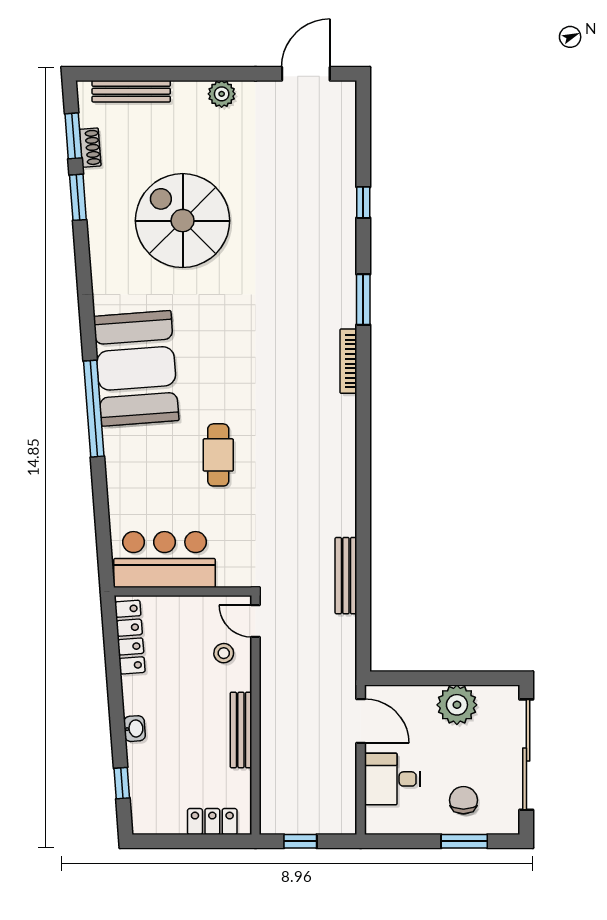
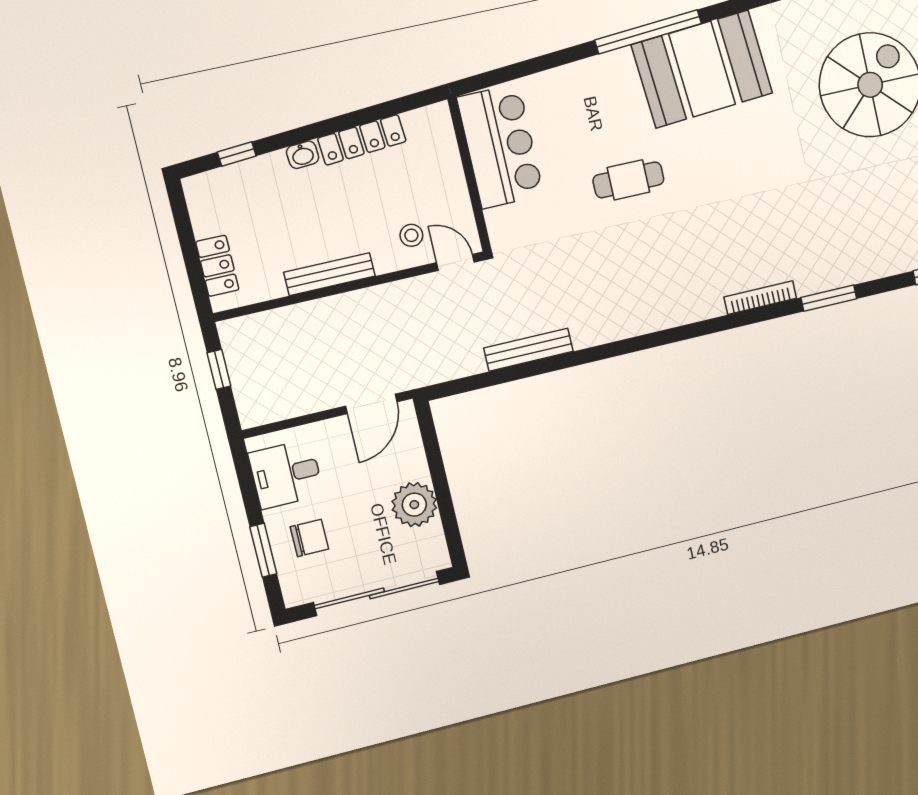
door: (256, 621) -> (455, 262), hinge flipped
locker: (130, 637) -> (362, 140), moved
desk: (393, 779) -> (286, 474), moved, turned -90

